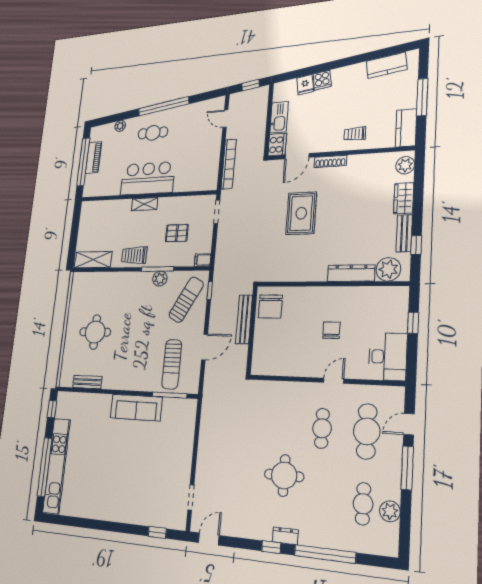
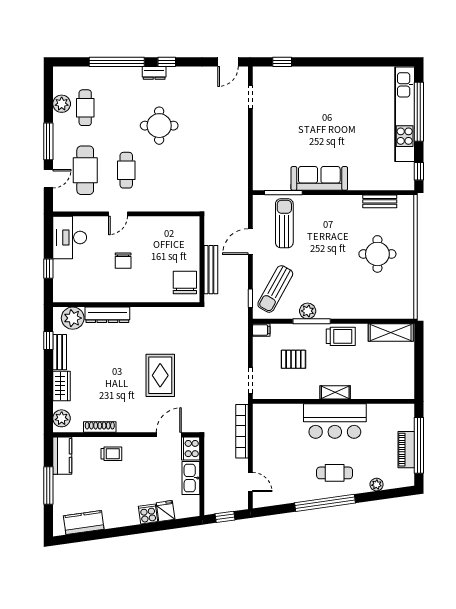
shoe rack: (330, 161) -> (100, 427), moved

